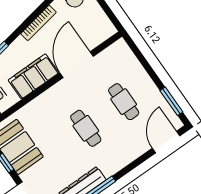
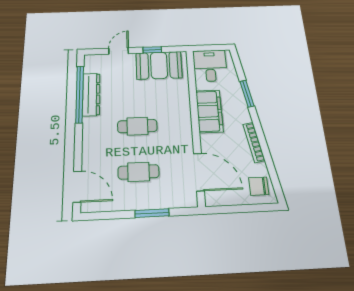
door: (77, 65) -> (199, 172), moved
window: (171, 101) -> (152, 213), moved

